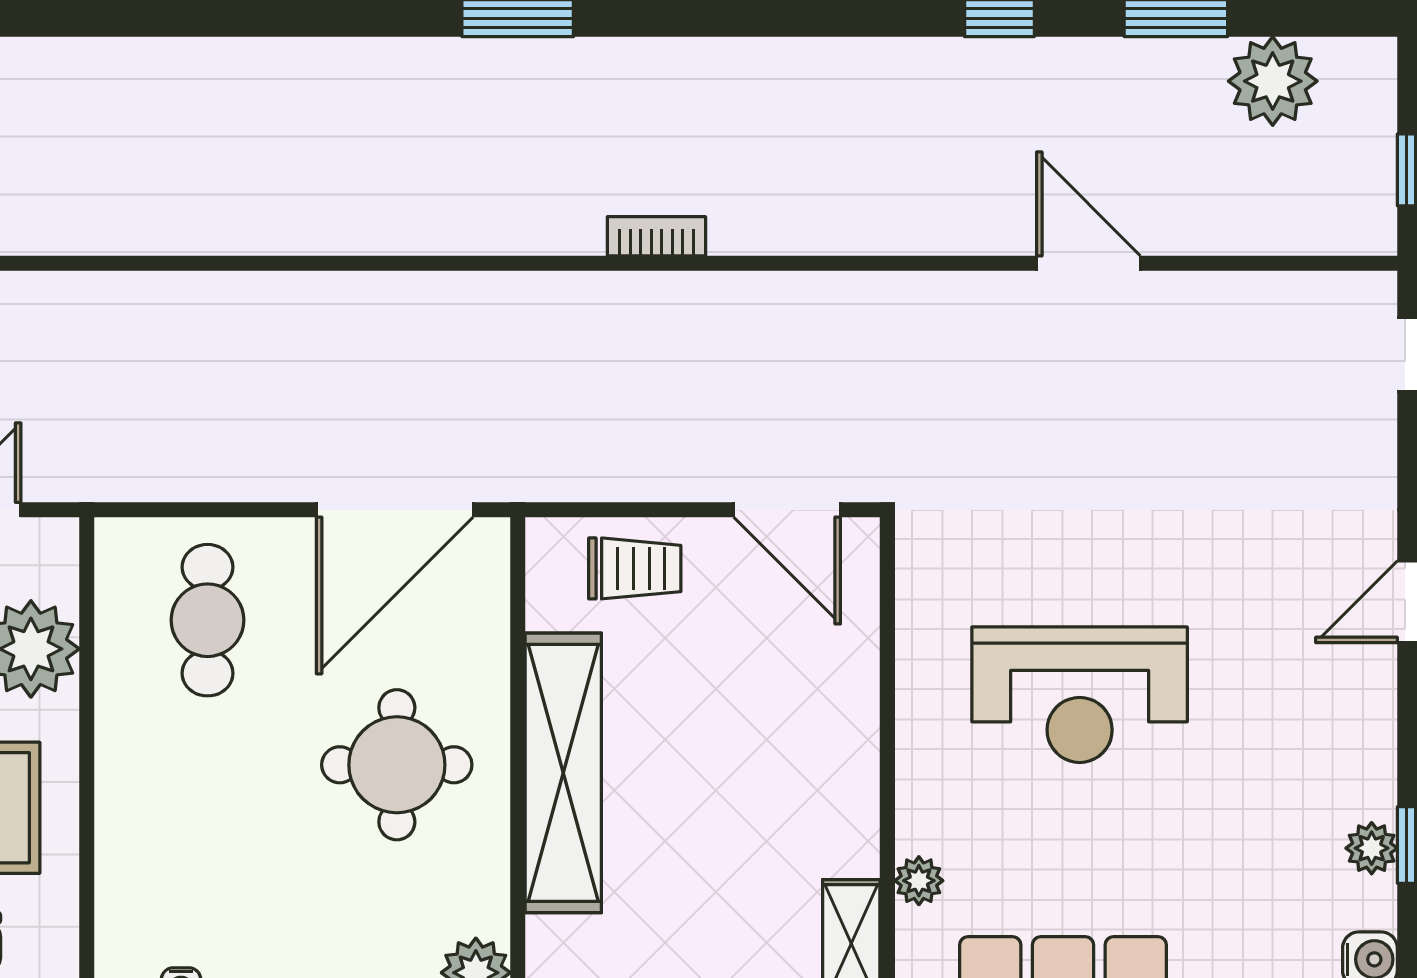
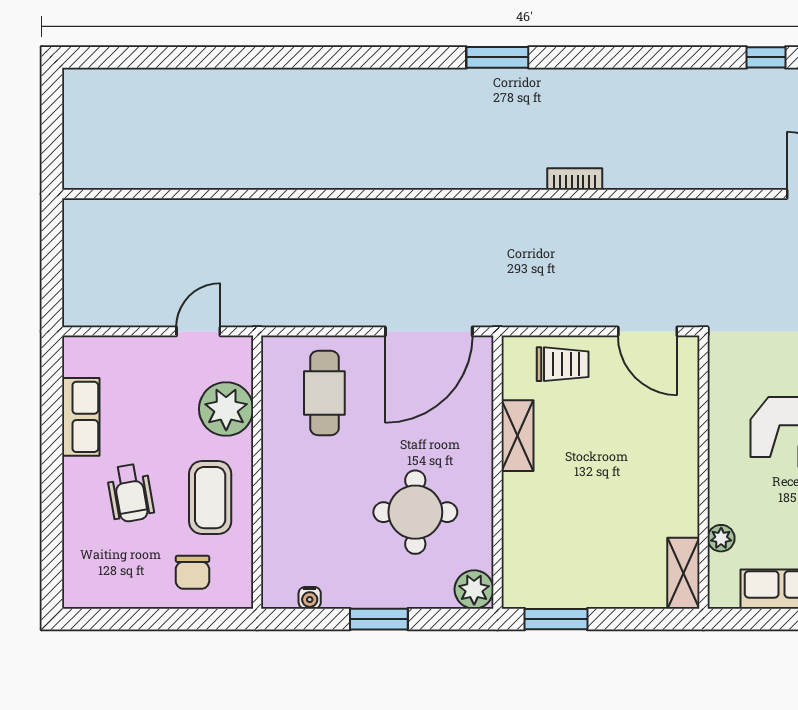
round table: (397, 765) -> (415, 512), moved
shelving: (563, 773) -> (518, 436), width x0.45, depth x0.75

